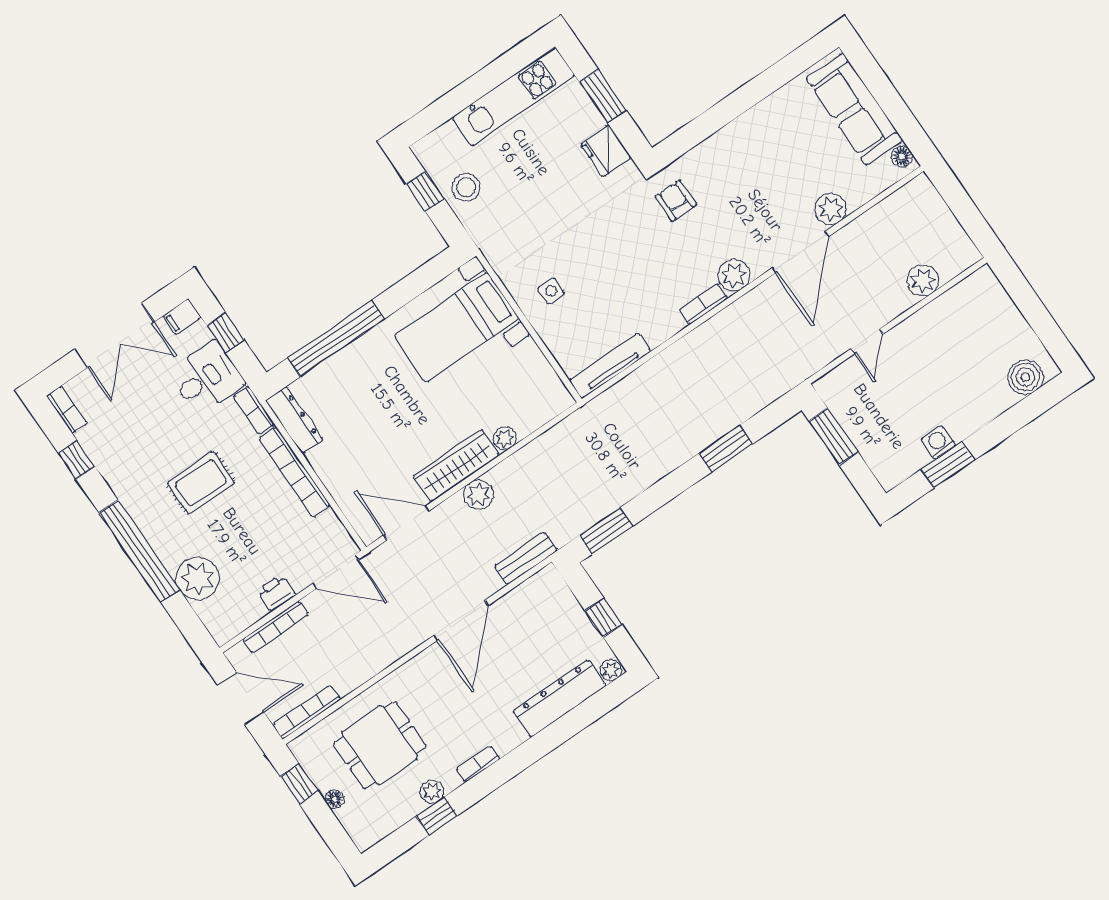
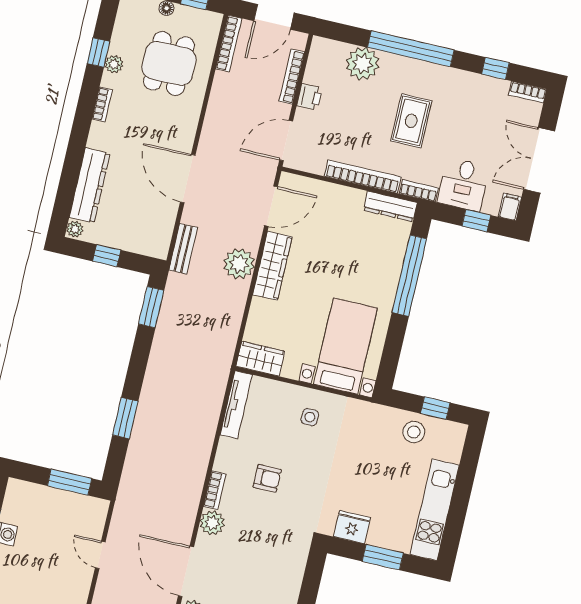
armchair: (676, 201) -> (267, 478), moved
wardrobe: (547, 388) -> (261, 359), added
plant: (505, 438) -> (259, 307), removed
plant: (479, 495) -> (239, 264), width x1.36, depth x1.36

